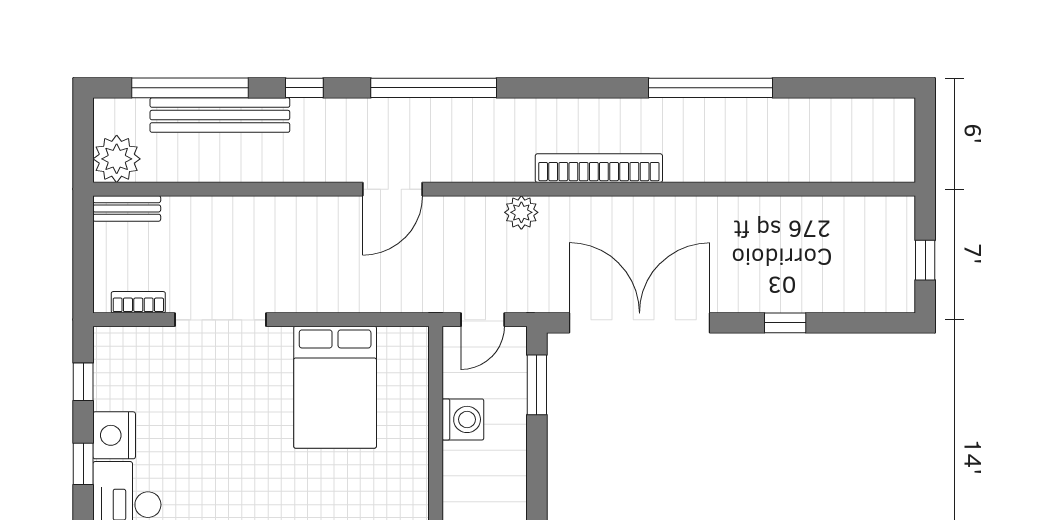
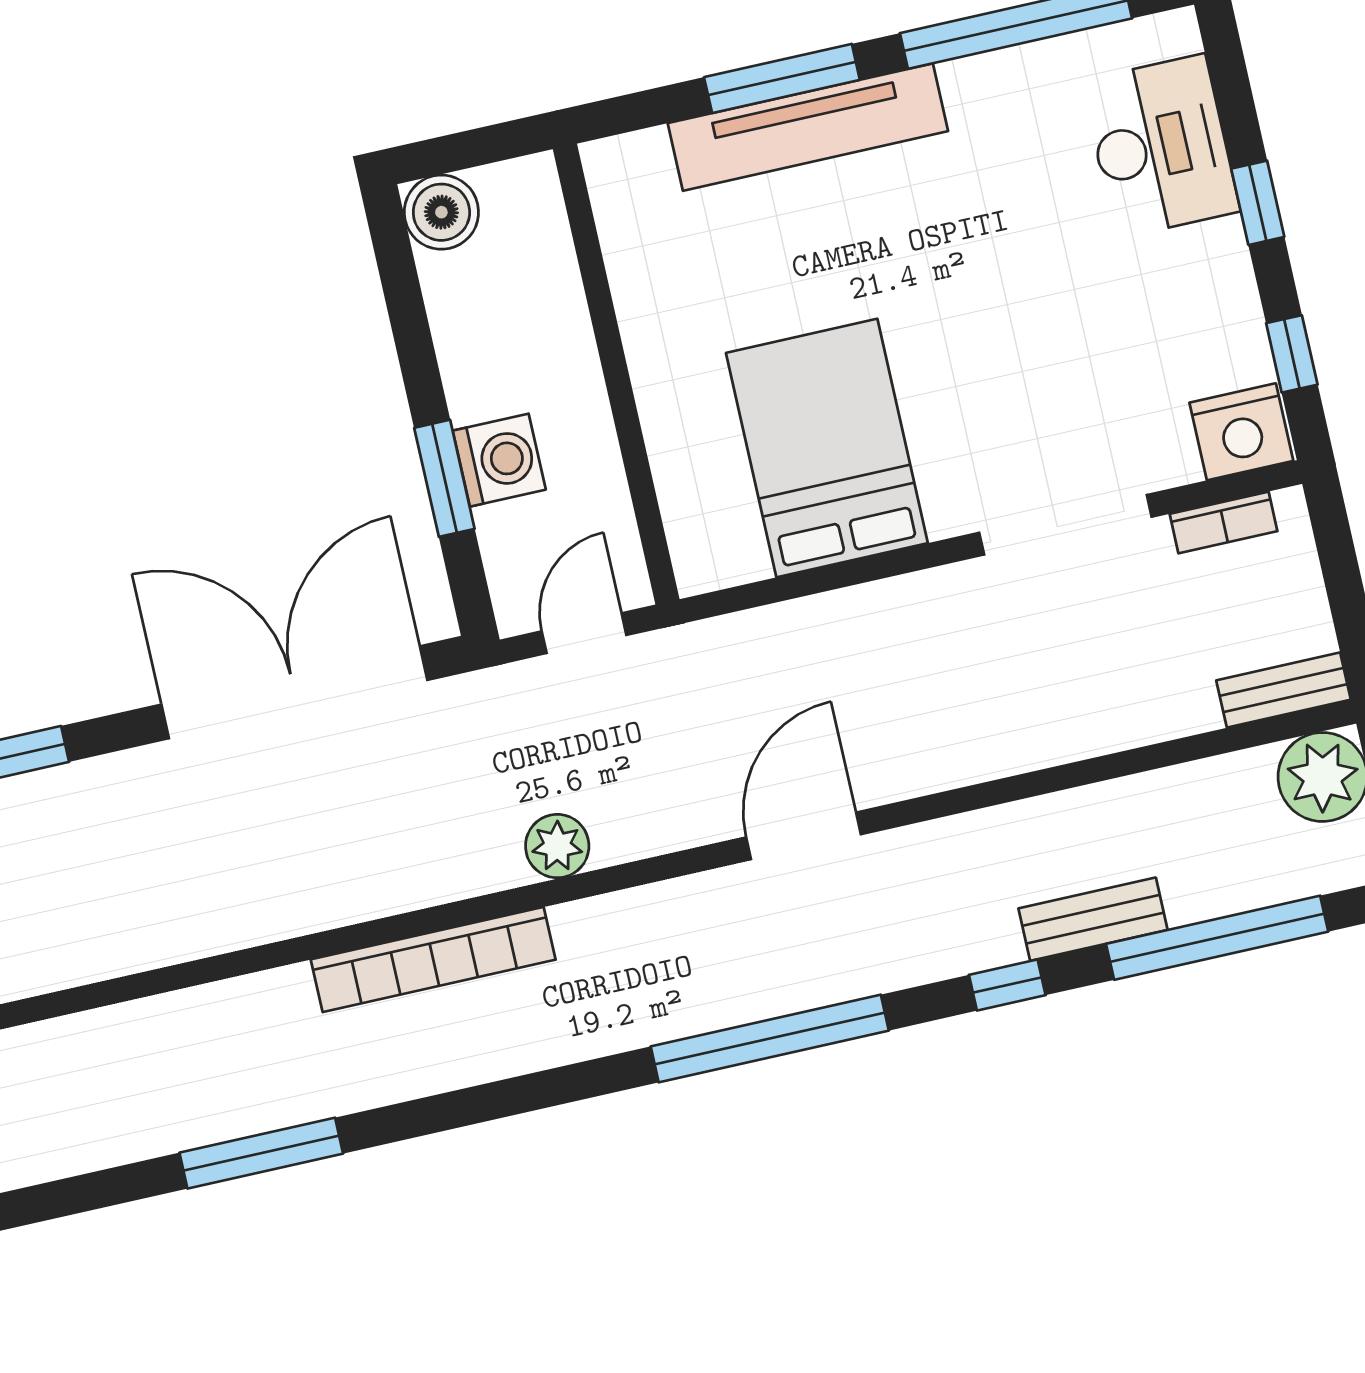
window: (711, 88) -> (261, 1153), width x0.68
bench: (220, 115) -> (1093, 919), width x0.54, depth x0.82
double door: (640, 323) -> (294, 692), swing flipped
window: (537, 385) -> (444, 478), moved
washing machine: (463, 419) -> (499, 460), moved, turned 180
nightstand: (114, 435) -> (1241, 432), moved, turned 90

